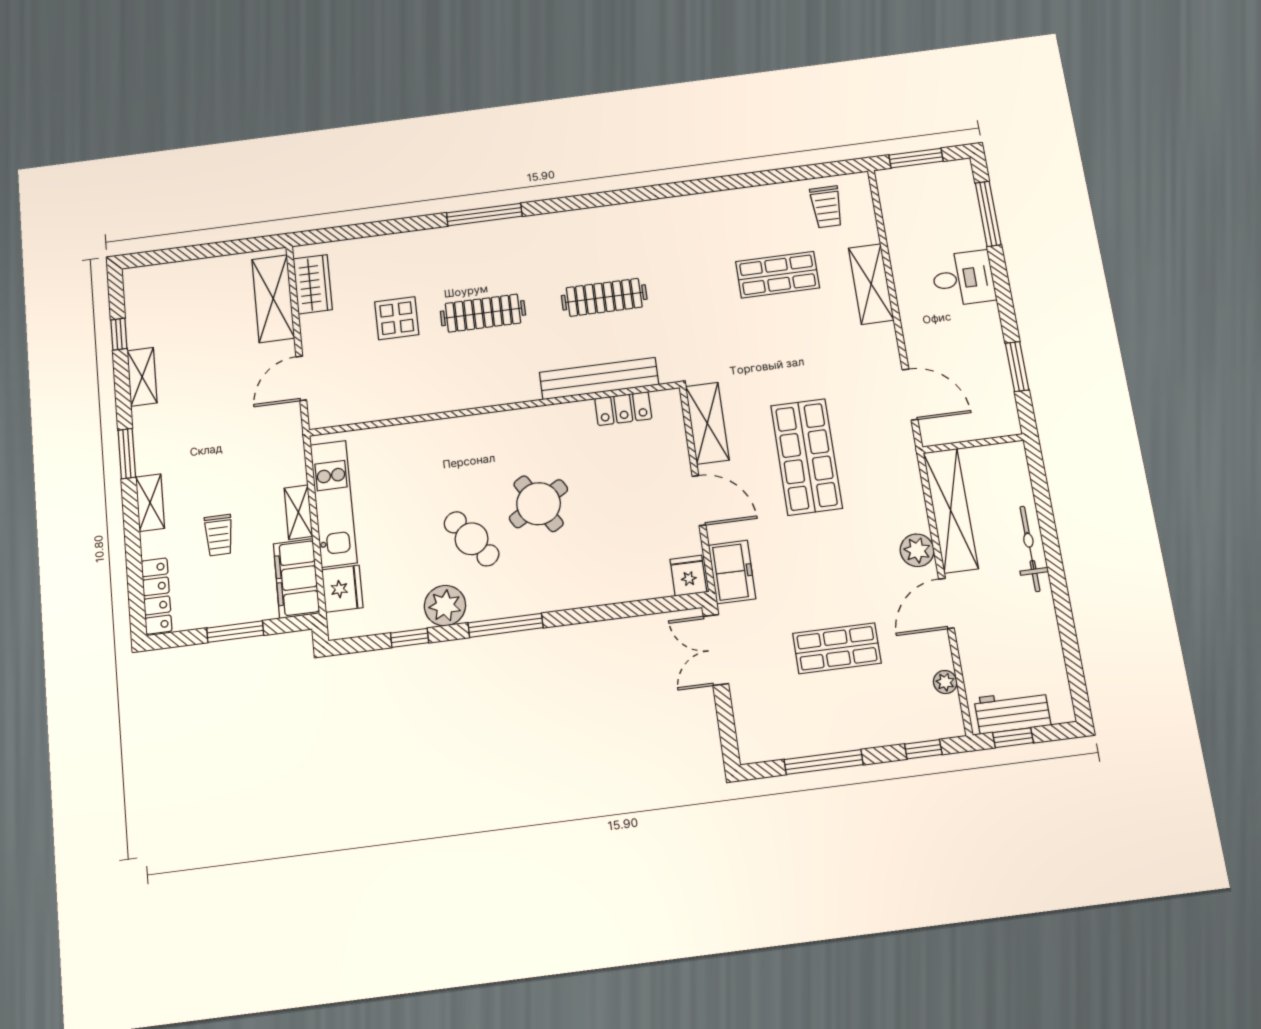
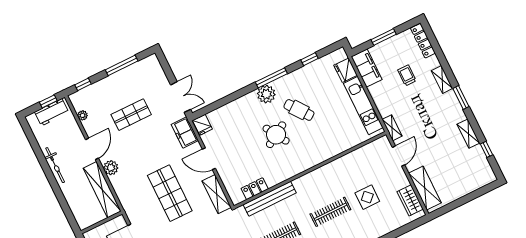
shelving: (298, 512) -> (392, 128), moved
bicycle: (1030, 549) -> (55, 165), moved
plant: (445, 606) -> (266, 94), moved

